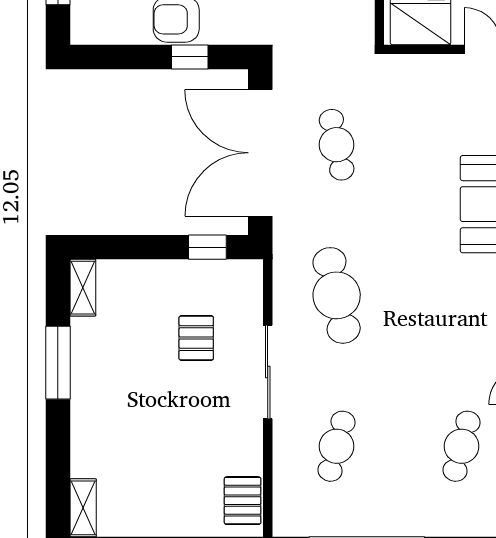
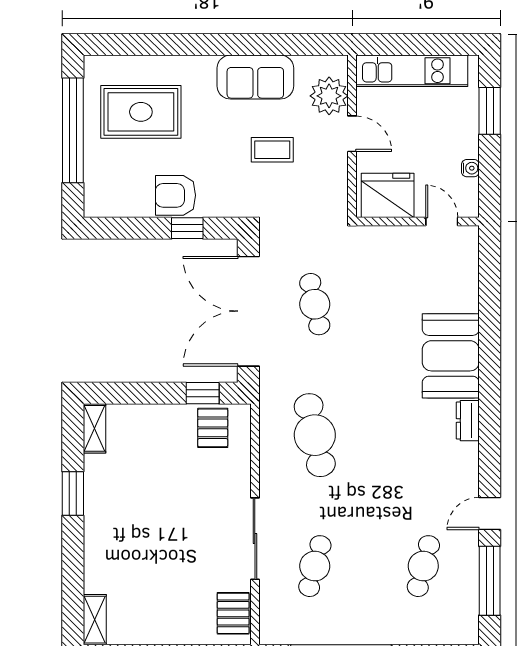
pallet: (196, 338) -> (213, 428), moved
window: (58, 363) -> (73, 494), width x0.69
sliding door: (268, 372) -> (255, 539), moved

